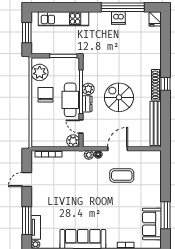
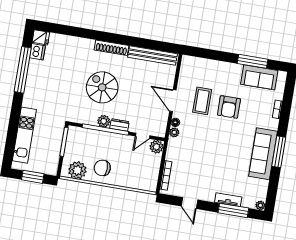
dishwasher: (118, 18) -> (37, 52), moved
window: (166, 84) -> (112, 38), removed
spiral stairs: (119, 97) -> (102, 87), moved, turned 90
cafe table: (70, 100) -> (112, 142), removed
armchair: (120, 201) -> (229, 107), added
tv unit: (36, 227) -> (228, 200), moved

